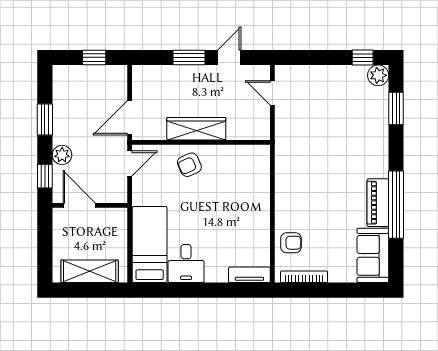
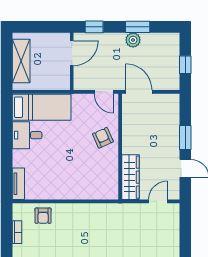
wardrobe: (196, 129) -> (131, 177), moved
plant: (62, 155) -> (133, 40), moved
bookcase: (304, 277) -> (17, 232), width x0.64

